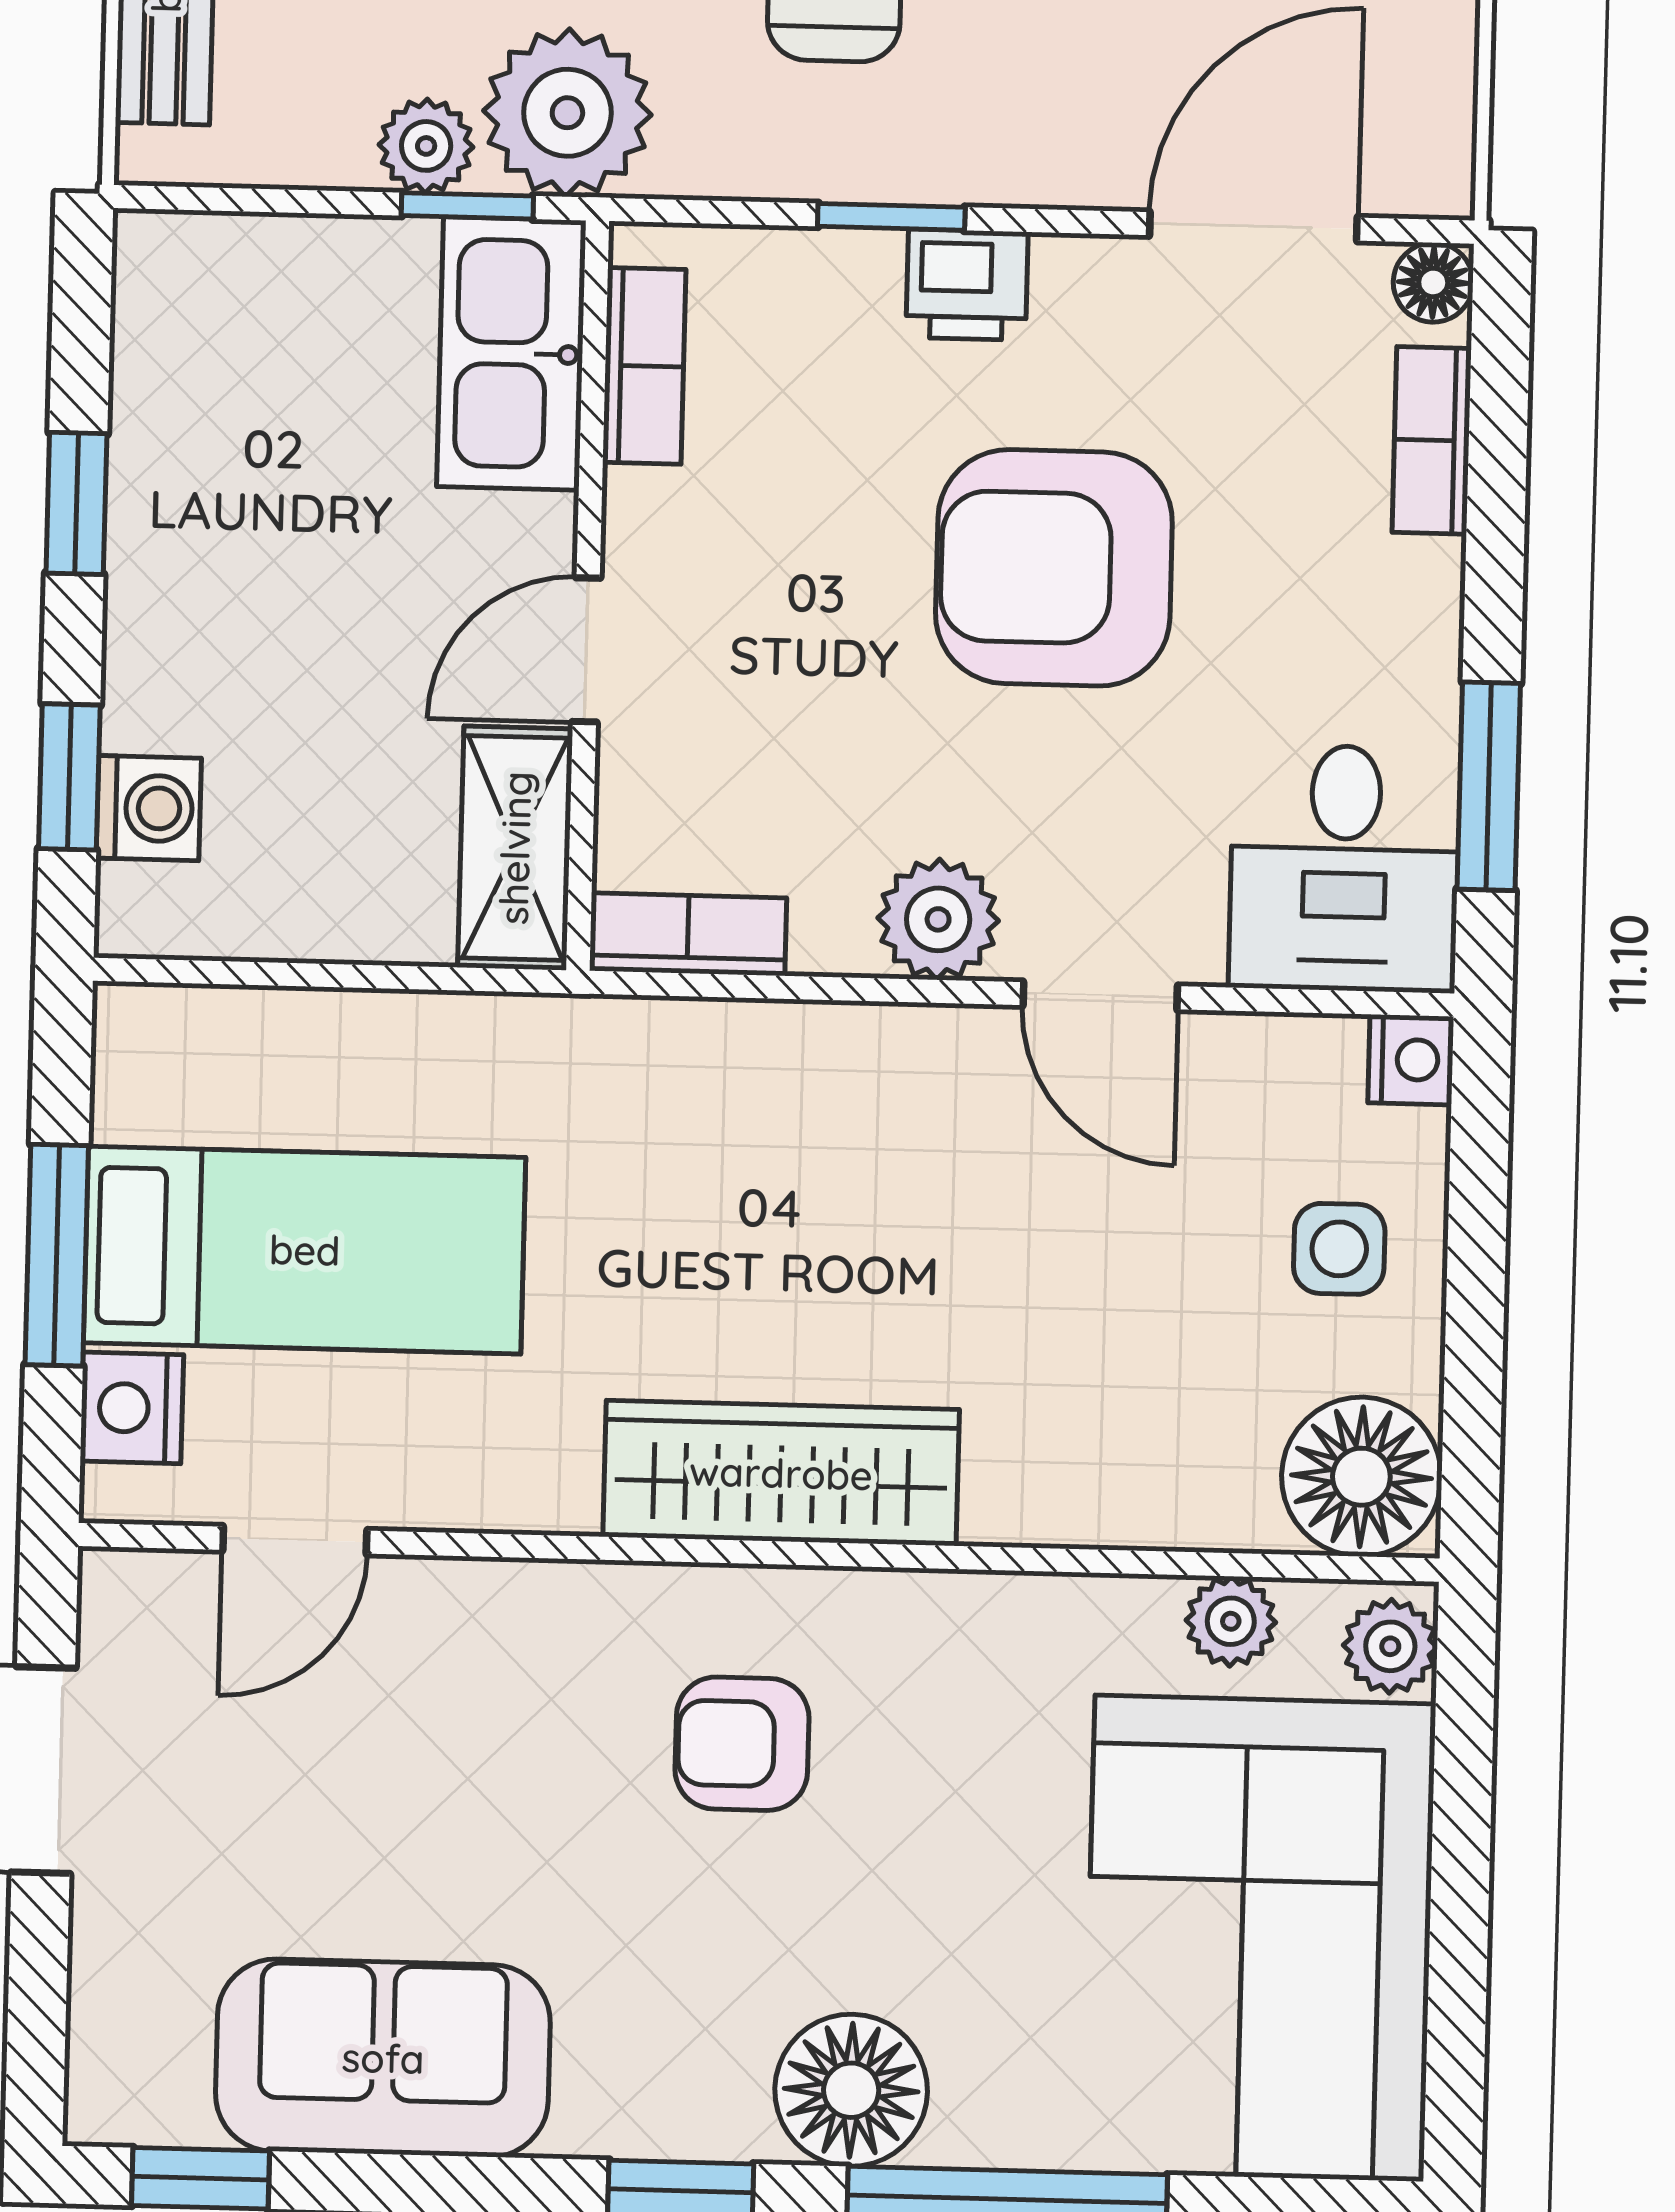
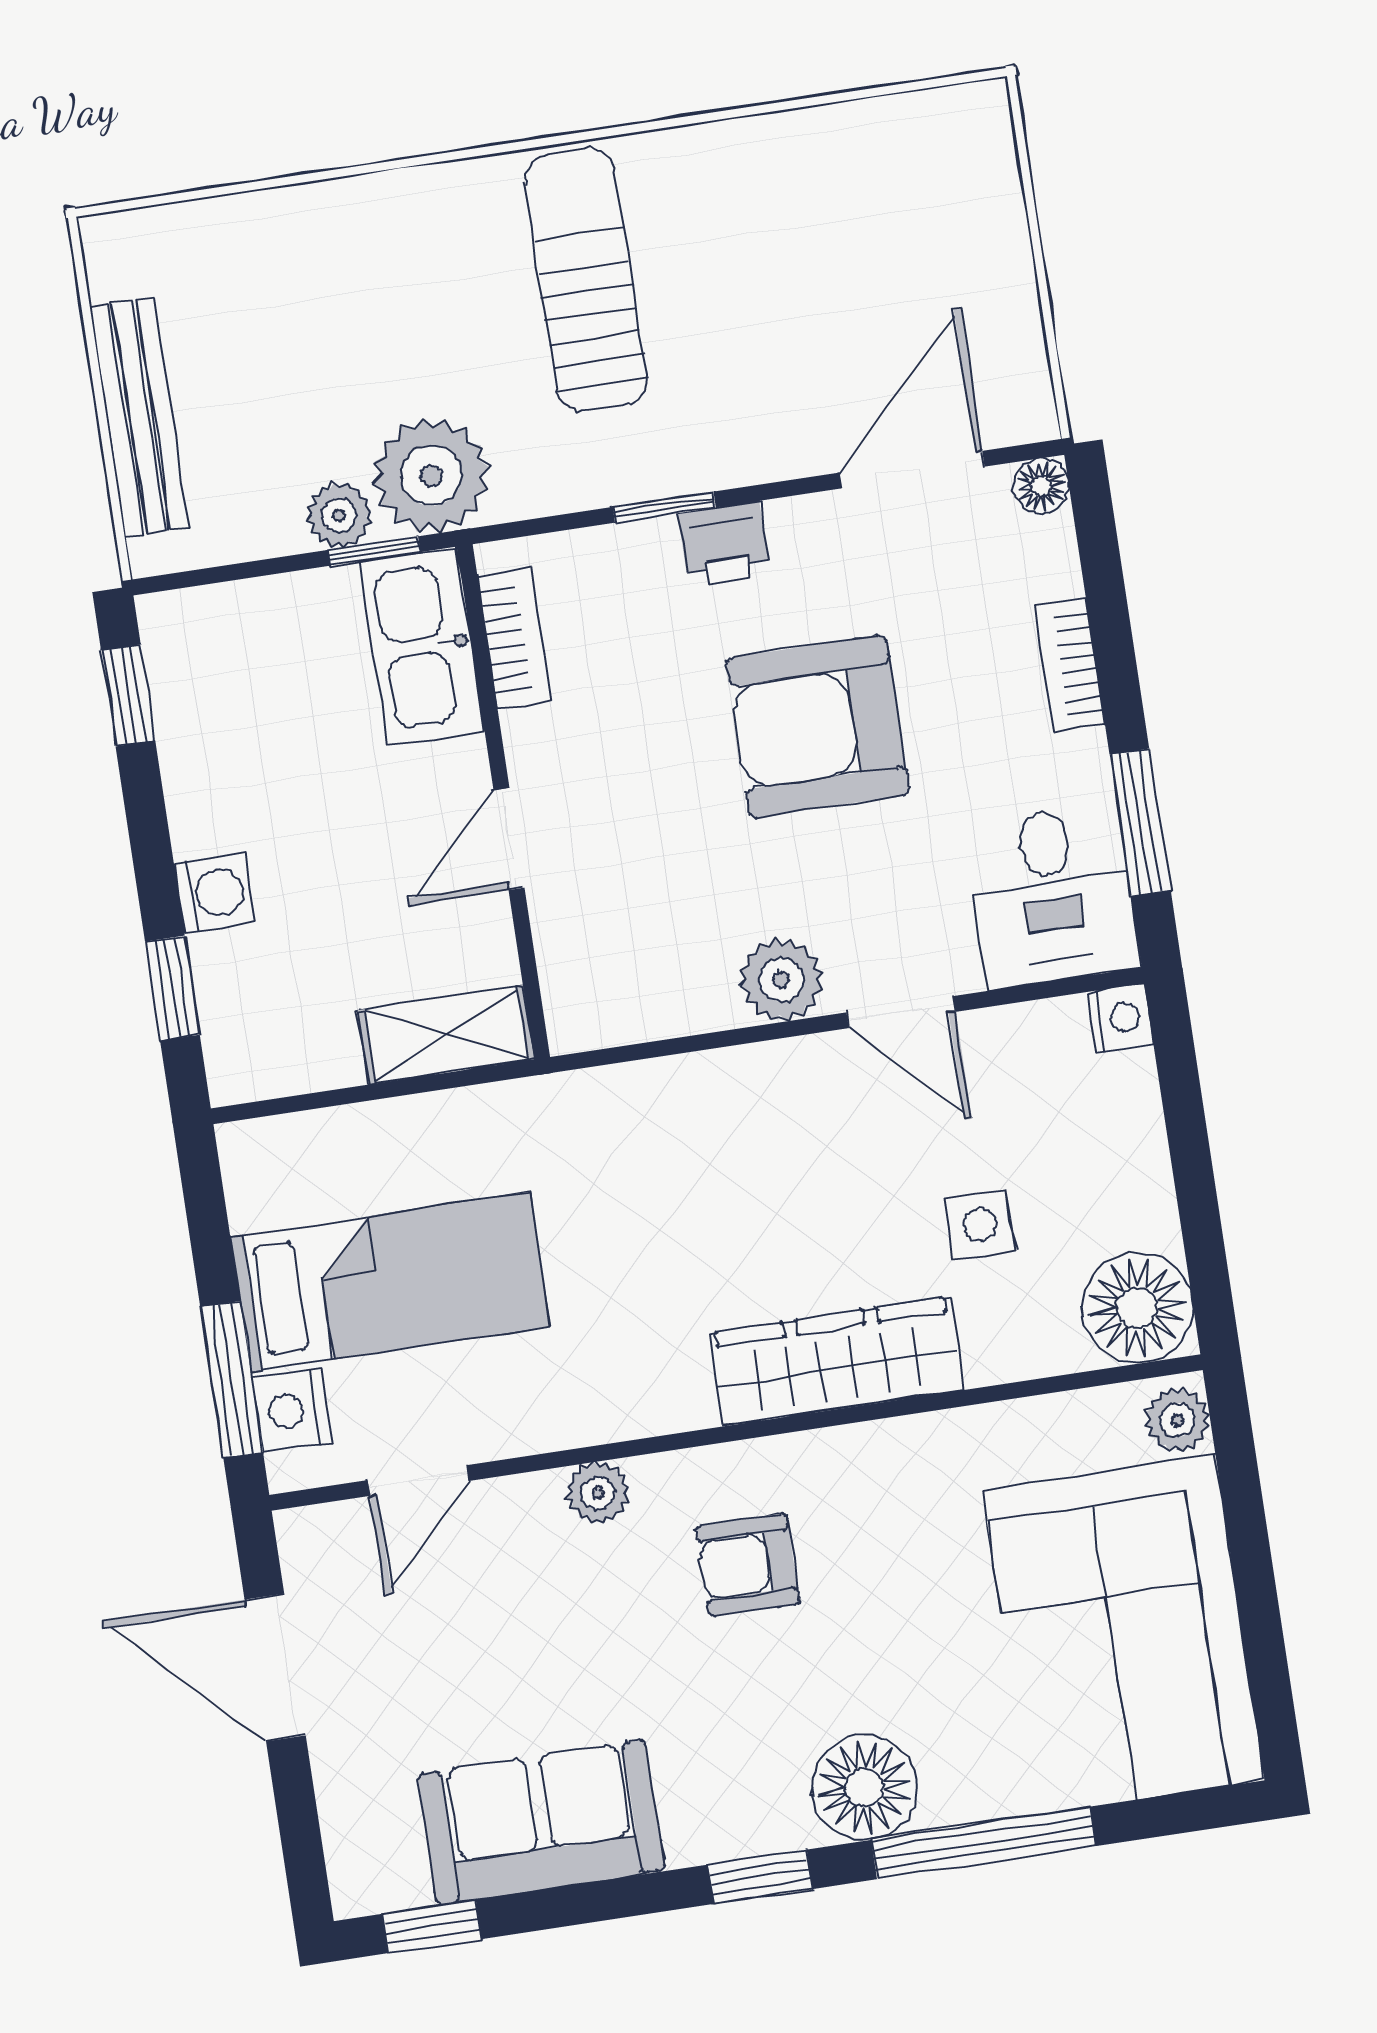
bookcase: (1432, 440) -> (1070, 665), moved
window: (76, 503) -> (128, 695), moved
washing machine: (149, 808) -> (214, 893), moved
shelving: (515, 848) -> (446, 1035), moved, turned 90
bookcase: (688, 934) -> (613, 1020), removed
side table: (1339, 1249) -> (980, 1225), moved
window: (57, 1255) -> (232, 1379), moved
wardrobe: (781, 1473) -> (836, 1361), moved
plant: (1231, 1621) -> (598, 1493), moved

